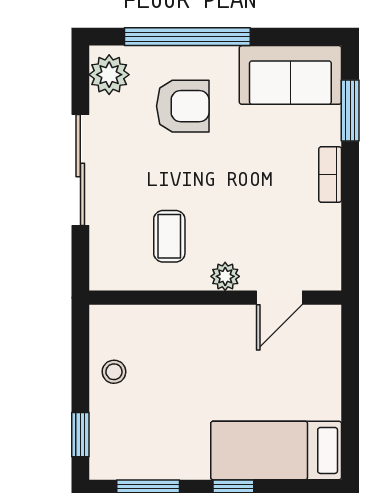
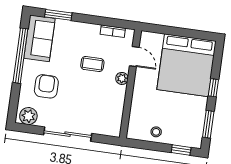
window: (187, 37) -> (20, 56), moved
bookcase: (330, 174) -> (113, 31), moved
coffee table: (169, 236) -> (92, 64), moved
bed: (276, 450) -> (186, 65), width x2.04

